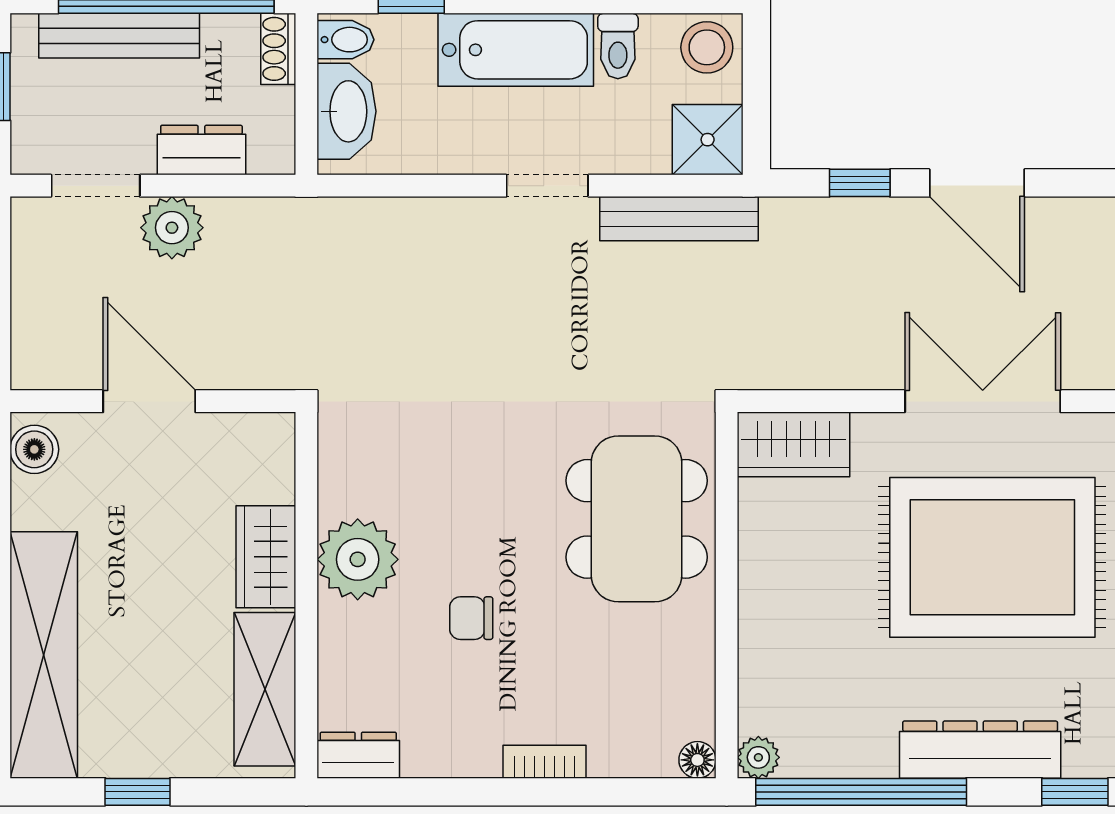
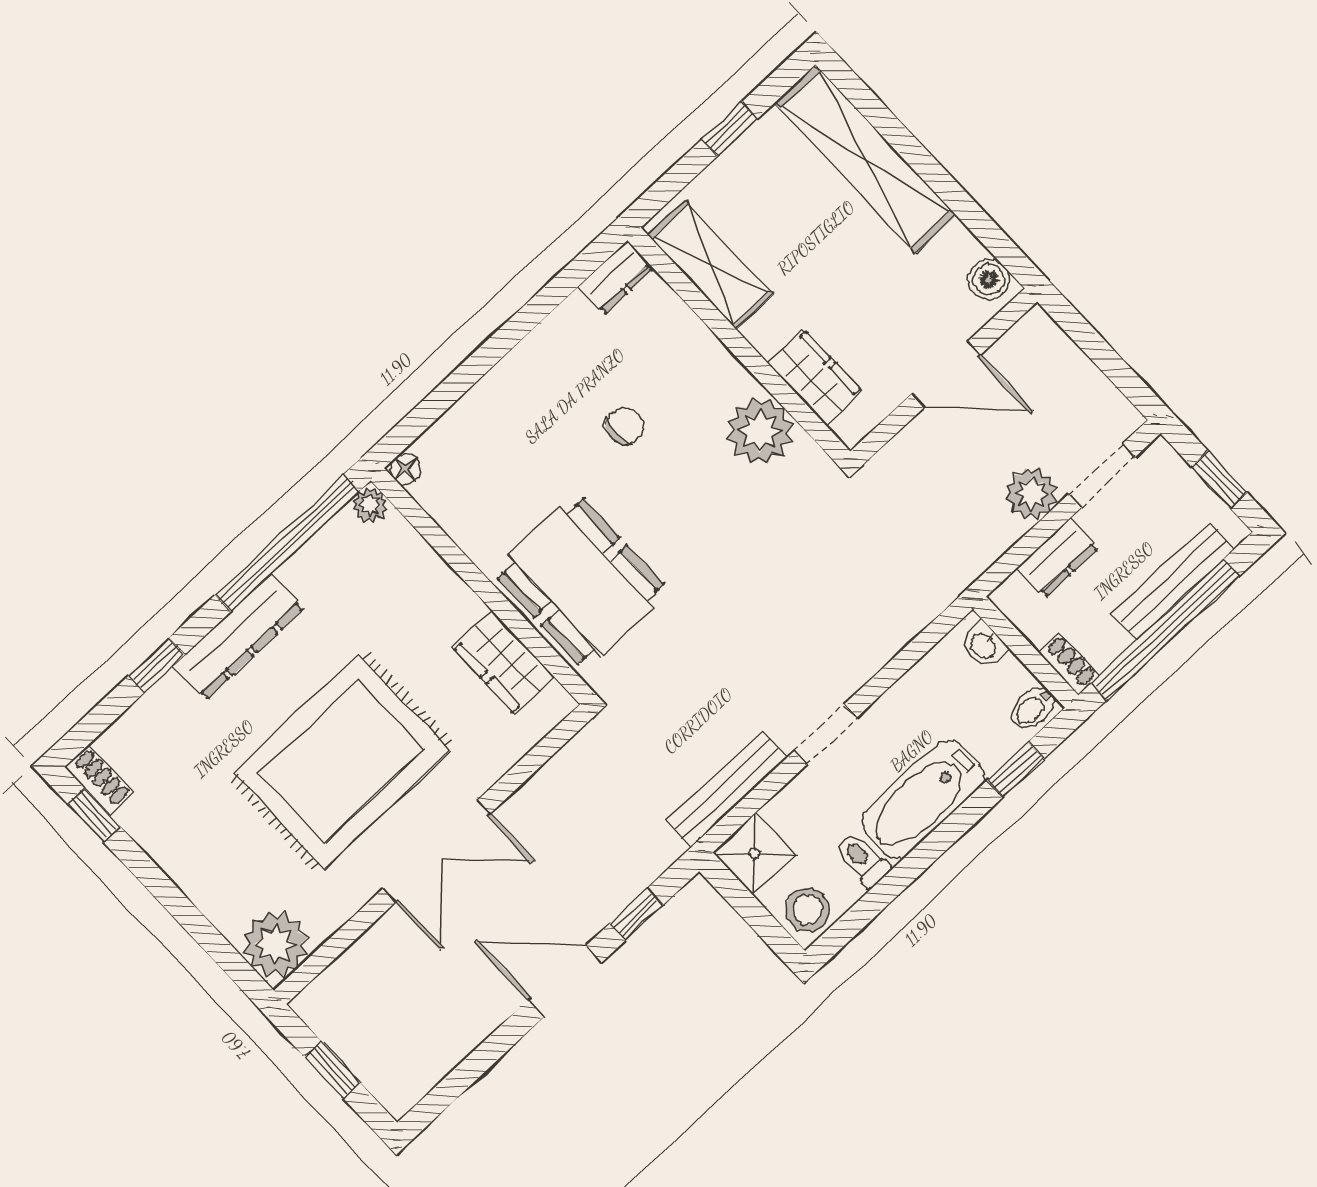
washbasin: (347, 111) -> (984, 645), width x0.52, depth x0.69
wardrobe: (793, 444) -> (503, 662), moved, turned -90
wardrobe: (266, 557) -> (815, 377), moved
plant: (358, 559) -> (760, 431), moved
bookcase: (544, 762) -> (498, 380), removed

